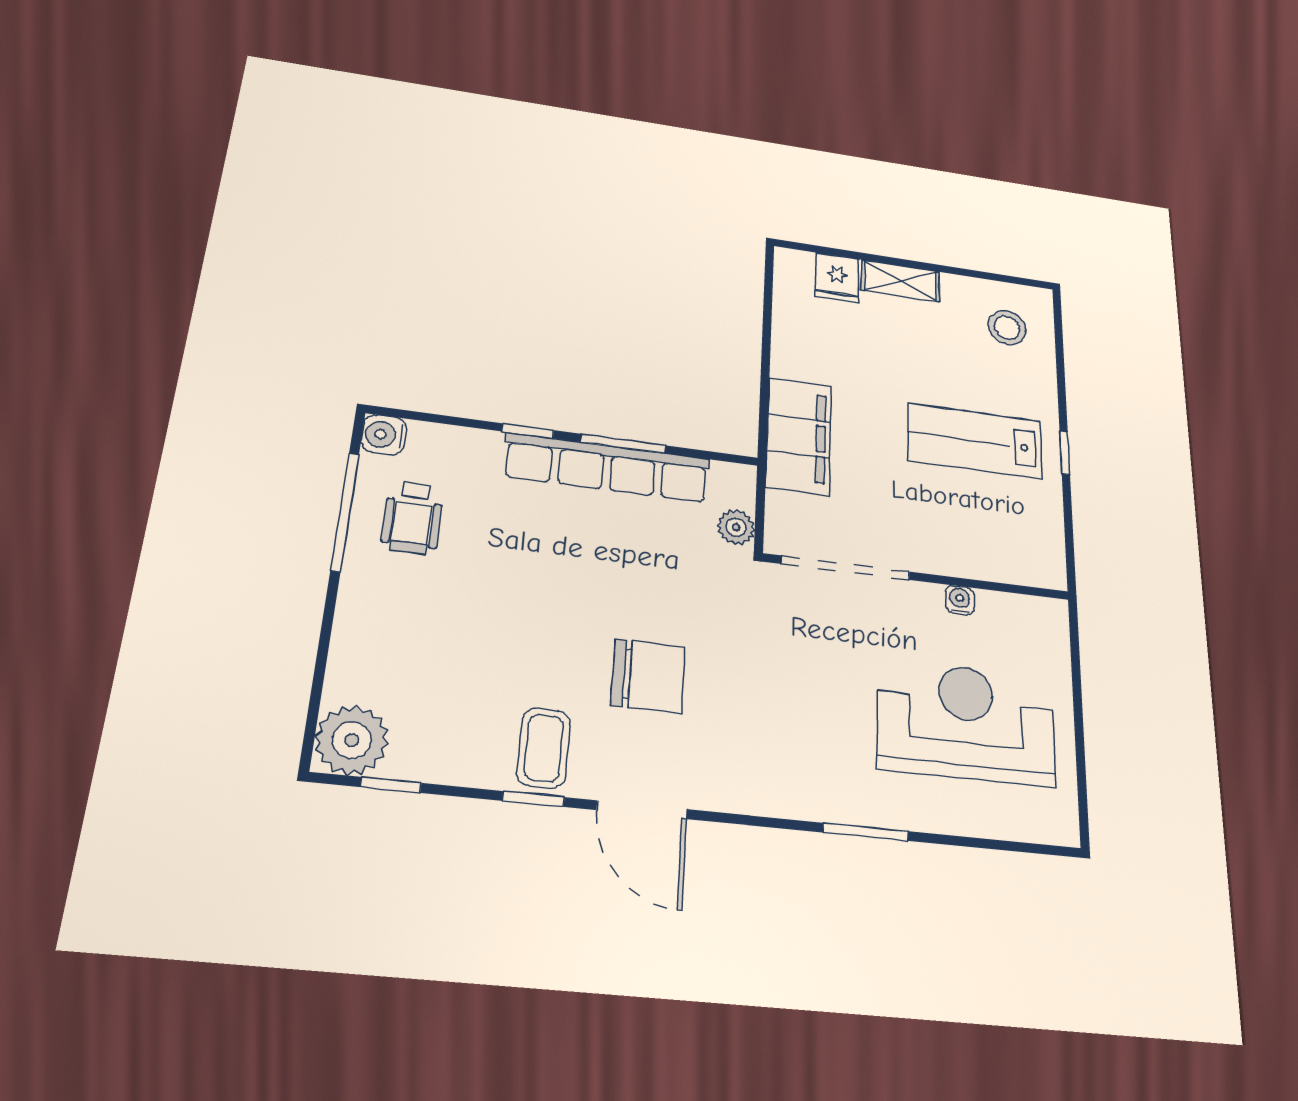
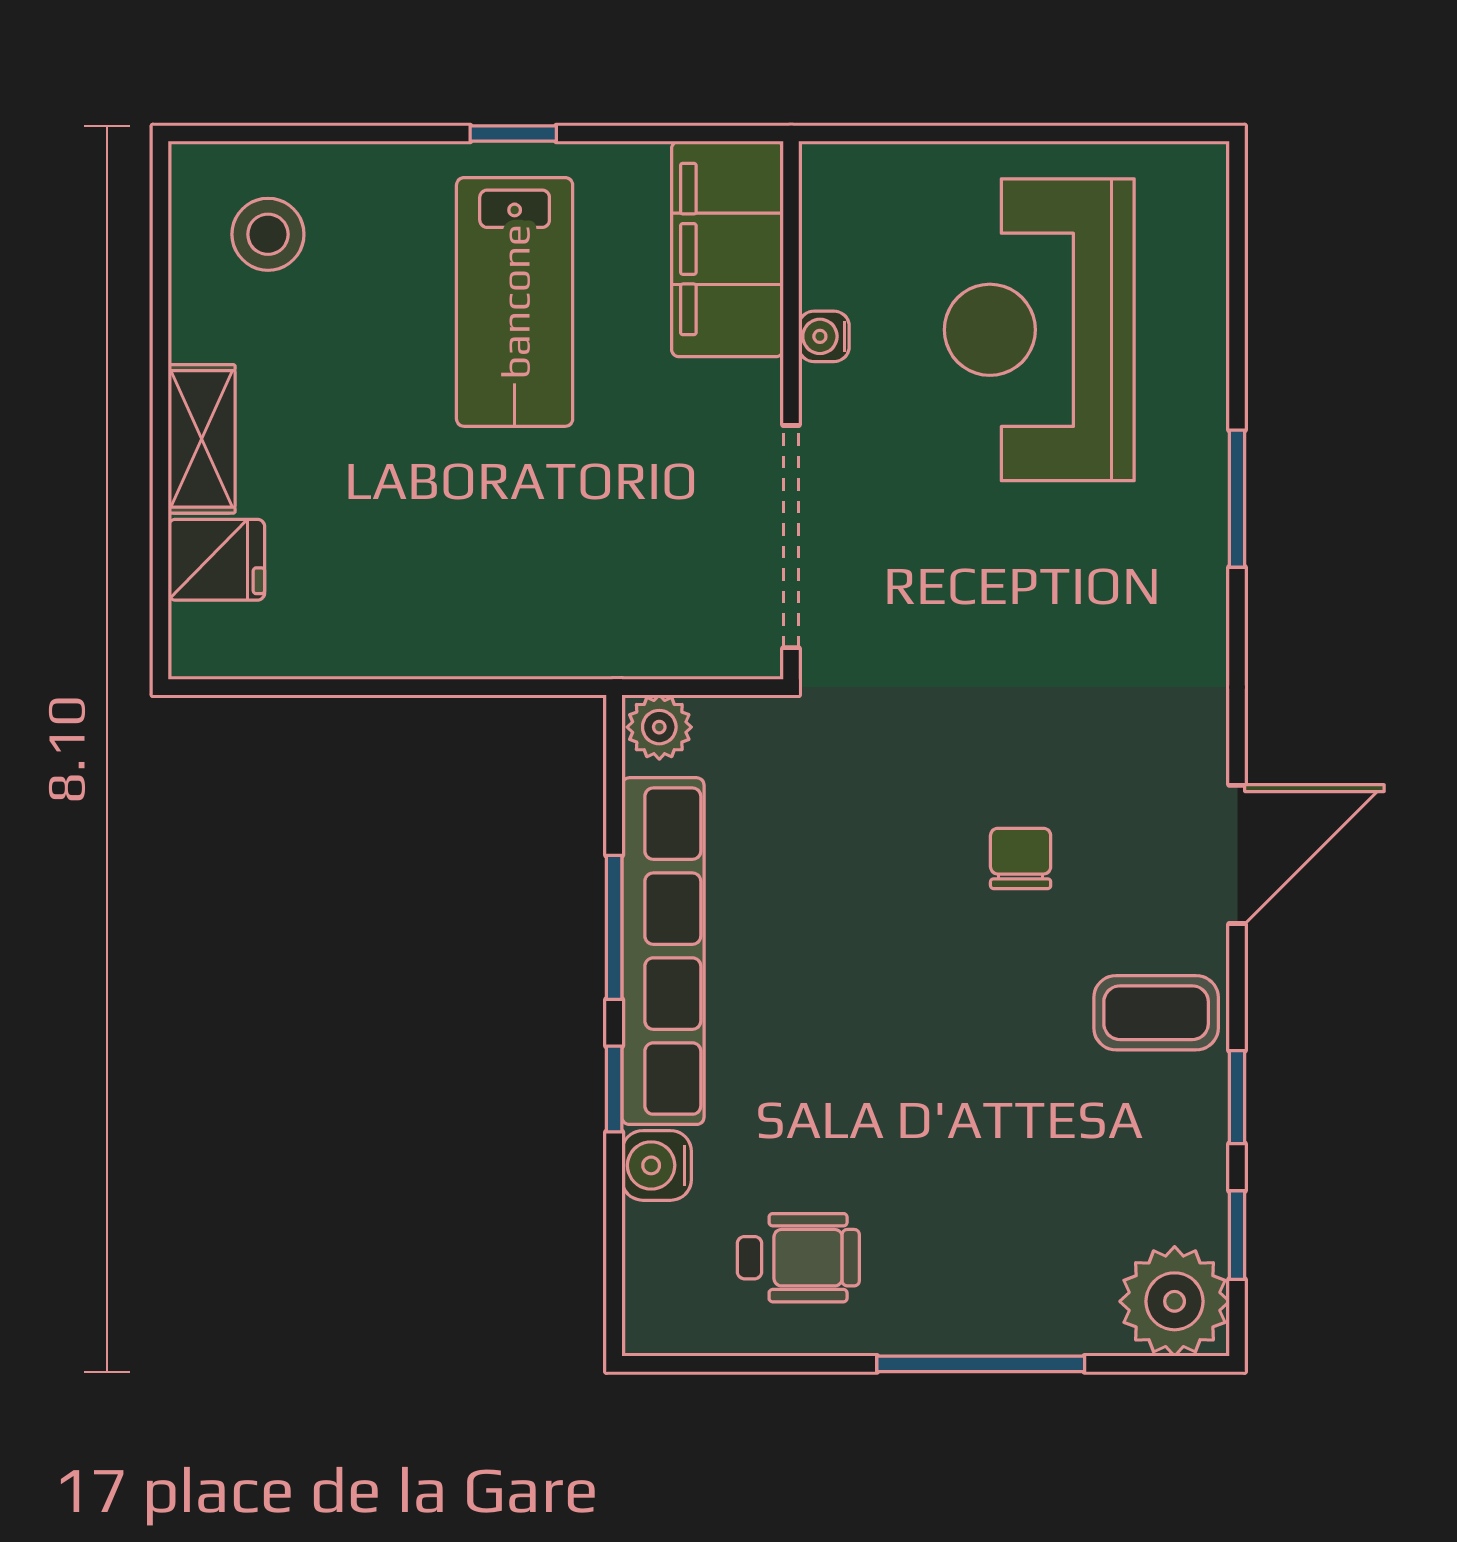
water cooler: (384, 435) -> (657, 1165), moved, turned 90
filing cabinet: (799, 436) -> (727, 249), moved, turned -90
window: (345, 512) -> (981, 1364), moved
plant: (736, 527) -> (659, 727), moved
chair: (648, 676) -> (1021, 858), width x0.54, depth x0.54
window: (533, 799) -> (1237, 1097), moved

